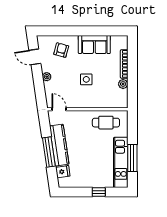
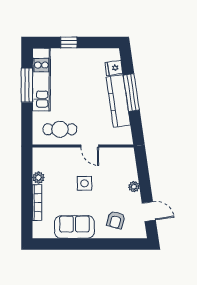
door: (59, 109) -> (90, 146), moved

